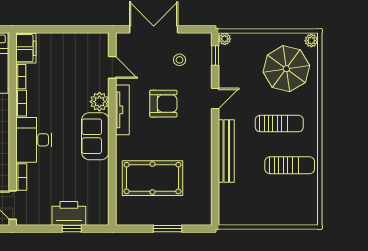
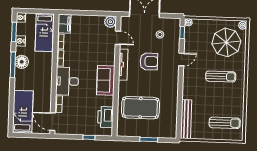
plant: (99, 102) -> (110, 22), moved
bench: (226, 151) -> (186, 119), moved
sun lounger: (290, 165) -> (225, 123), moved
printer: (69, 213) -> (105, 117), moved, turned -90

